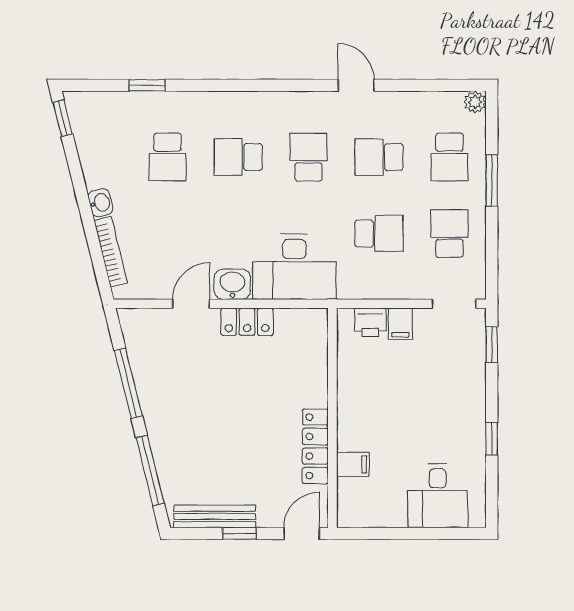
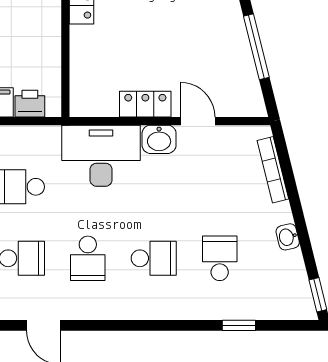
washbasin: (101, 203) -> (288, 237), moved
door: (191, 304) -> (198, 121), swing flipped

